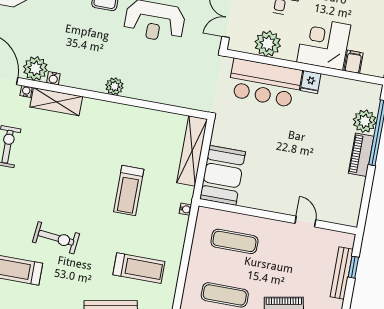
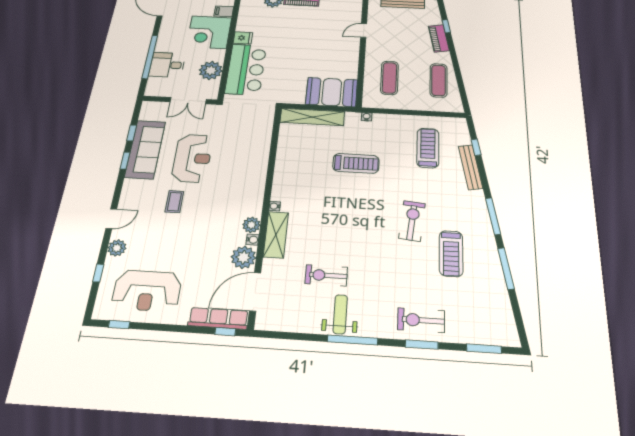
plant: (114, 86) -> (251, 225), moved
water cooler: (26, 91) -> (275, 206), moved

